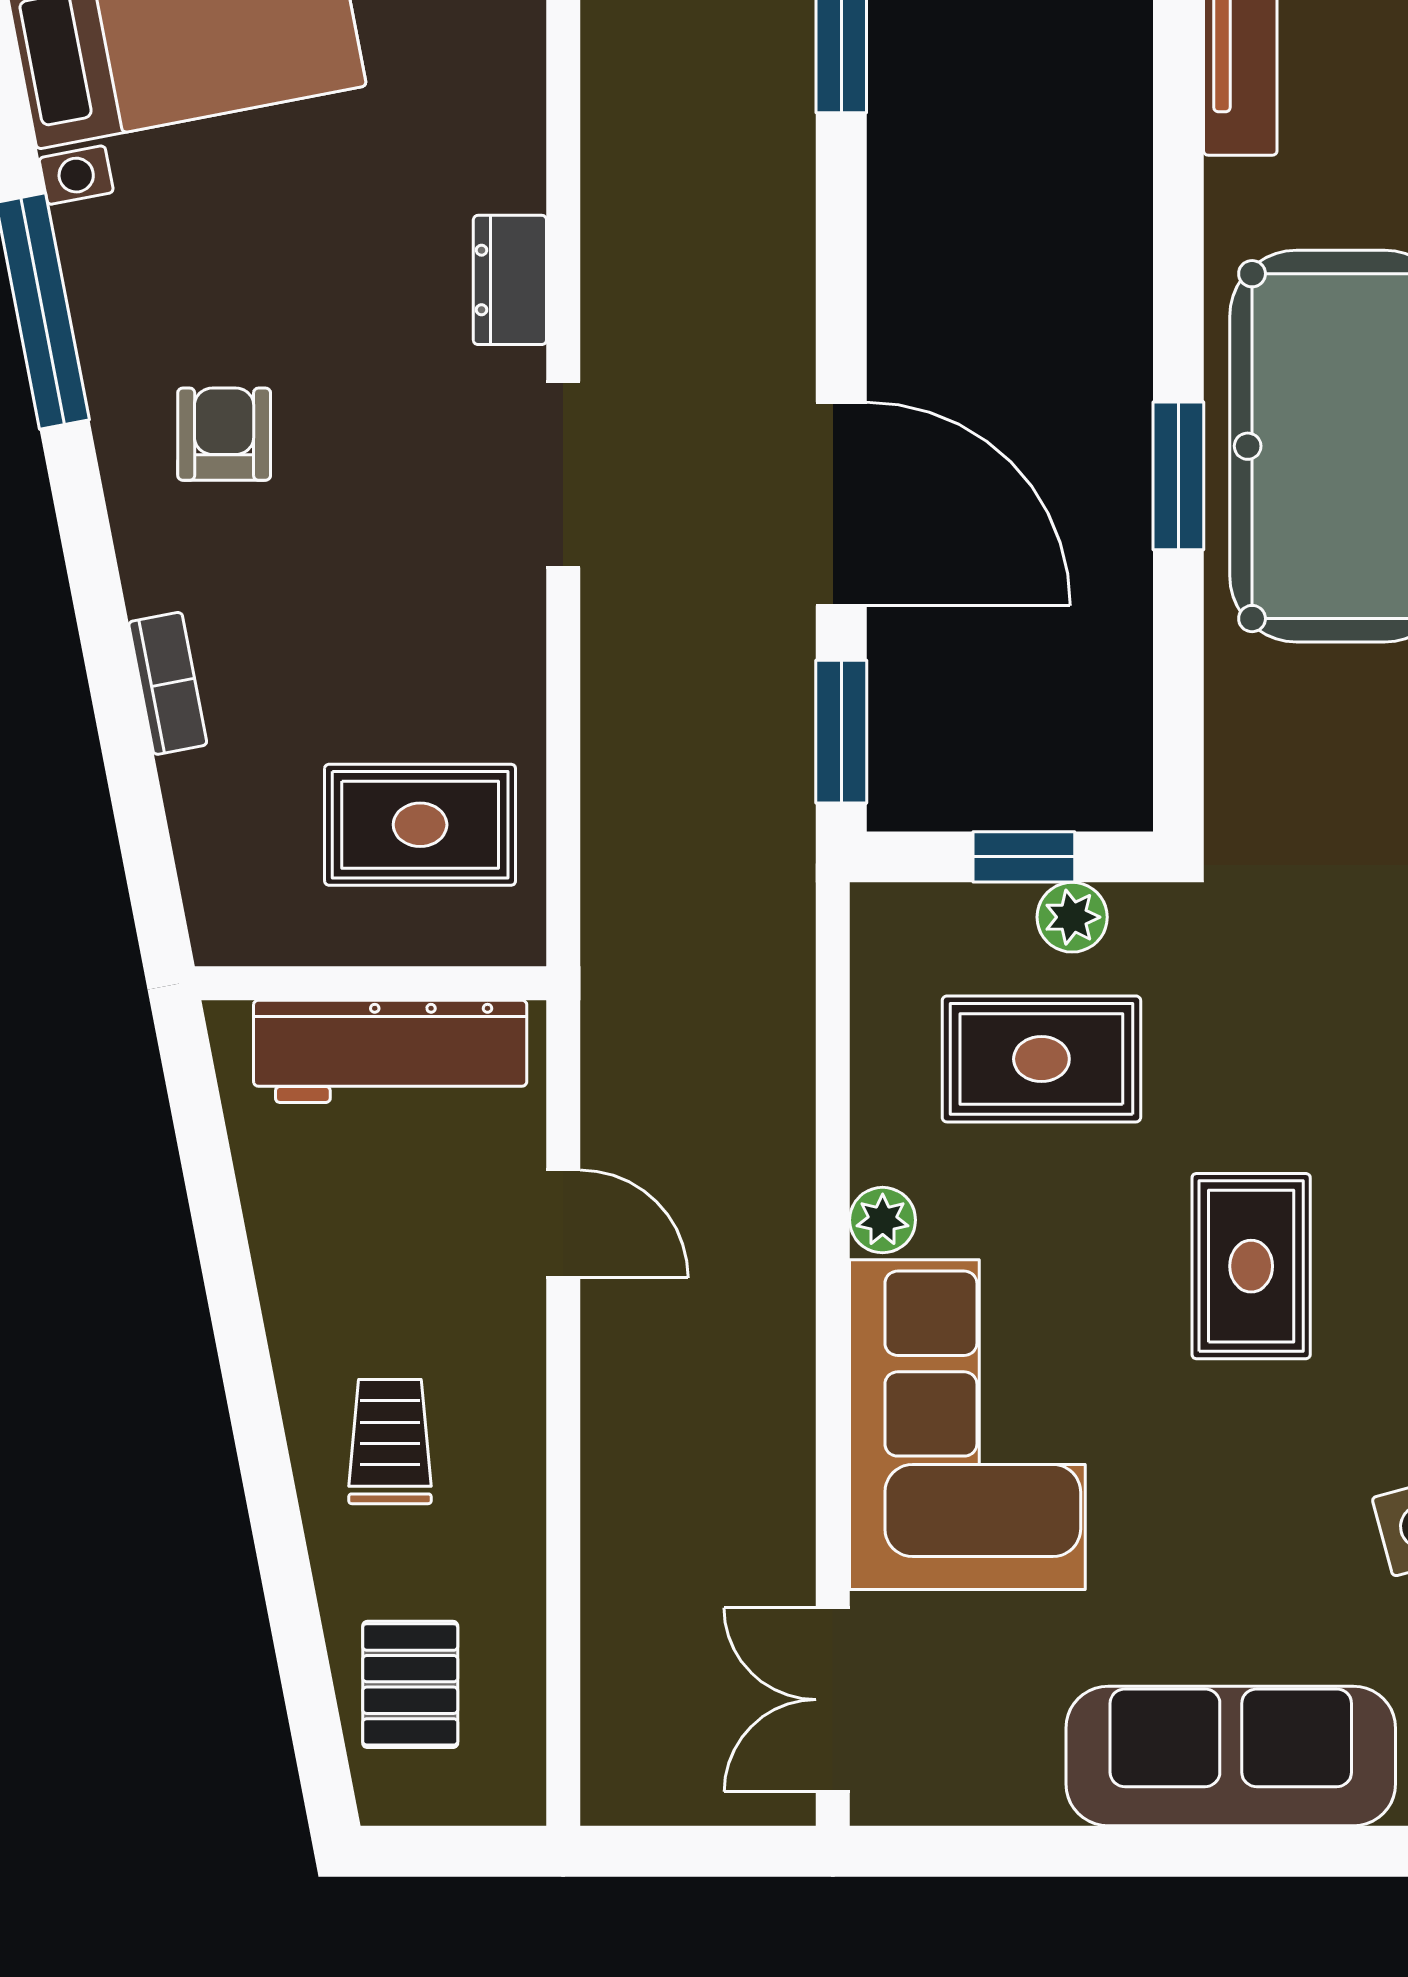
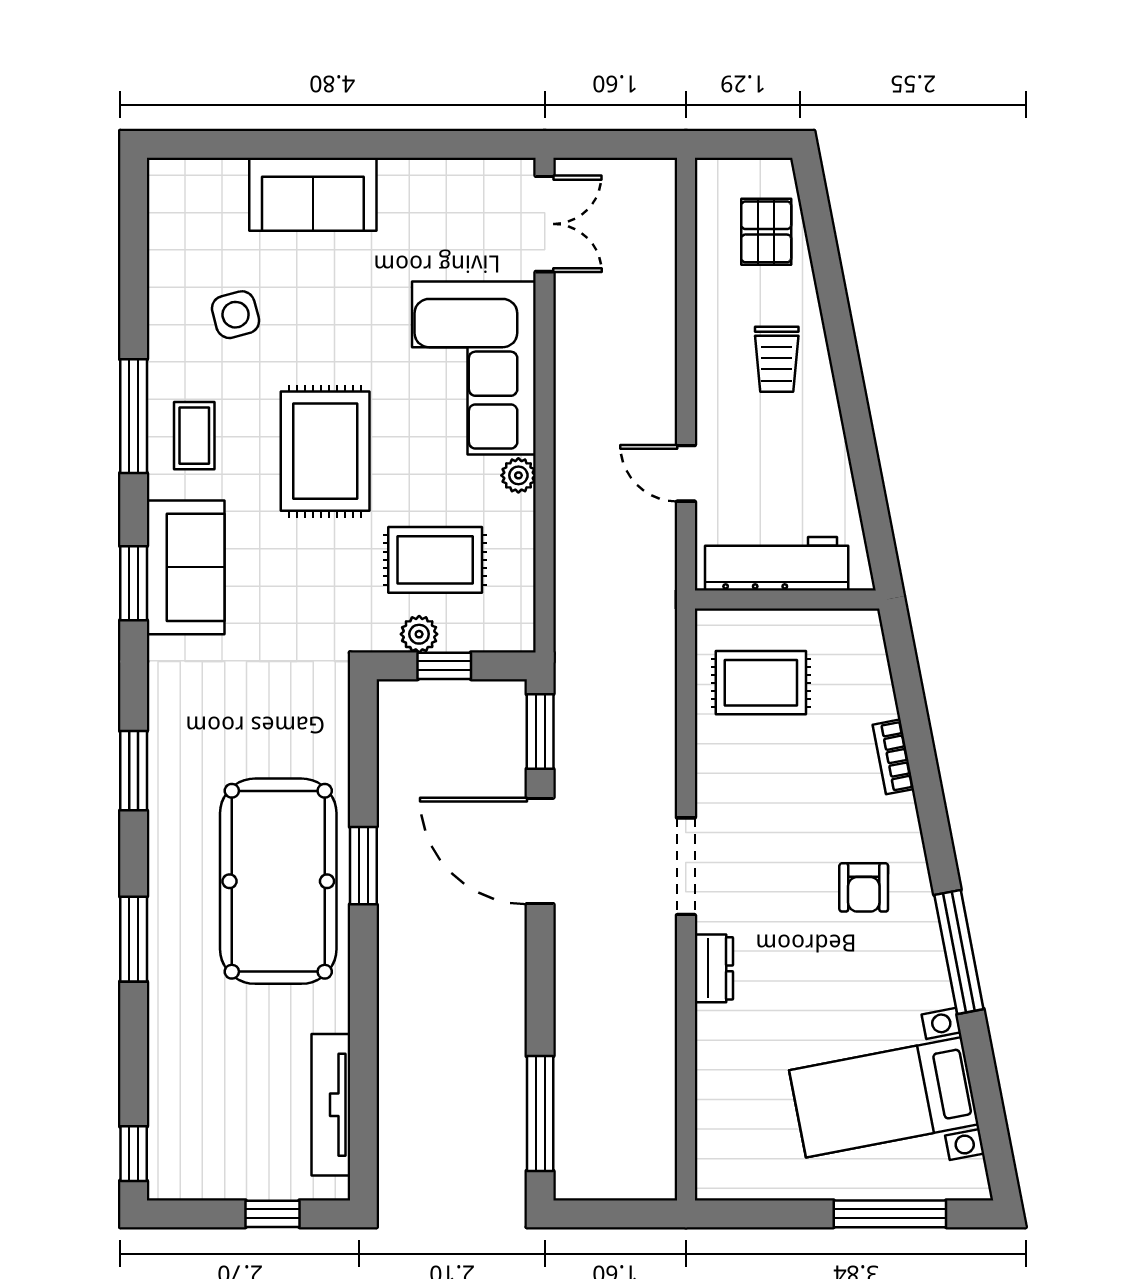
rug: (1251, 1266) -> (325, 451), width x1.36, depth x1.43
sofa: (1231, 1756) -> (313, 194), width x0.73

